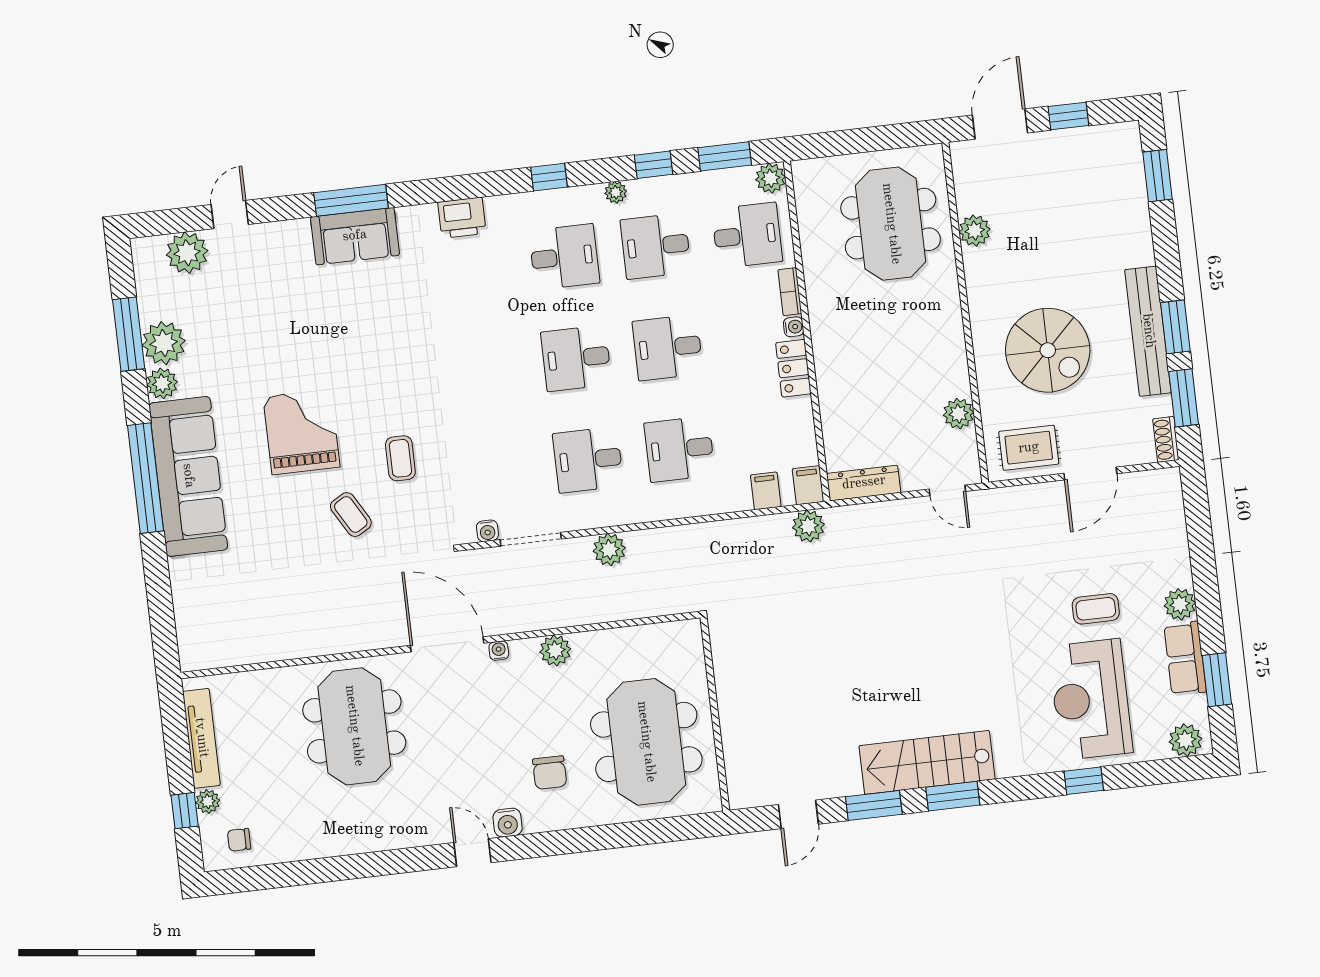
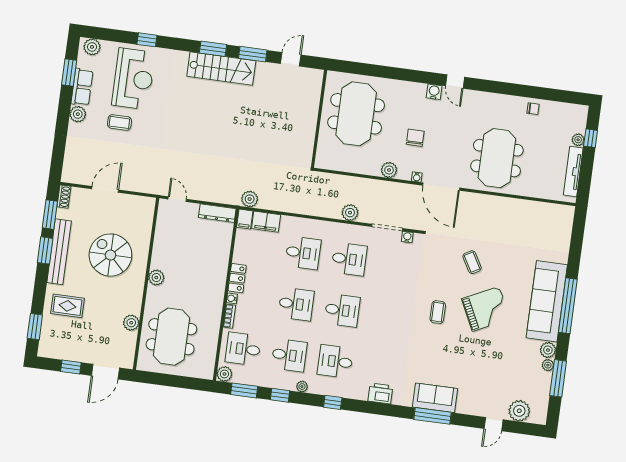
plant: (164, 343) -> (548, 365), width x0.53, depth x0.53
plant: (959, 414) -> (156, 278), moved
grand piano: (301, 432) -> (486, 309), turned -116
rug: (1029, 448) -> (67, 306), moved
coffee table: (400, 458) -> (438, 312), moved
filing cabinet: (766, 491) -> (266, 222), width x2.00
chair: (550, 773) -> (415, 138), moved
chair: (239, 840) -> (533, 109), moved

